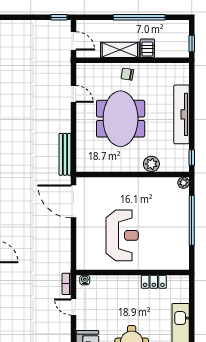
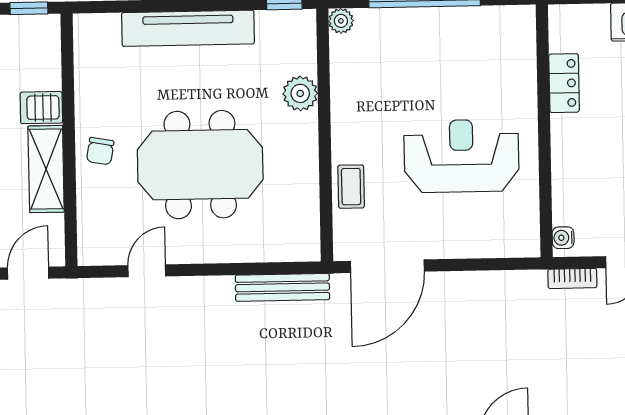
coffee table: (109, 186) -> (351, 187), added

